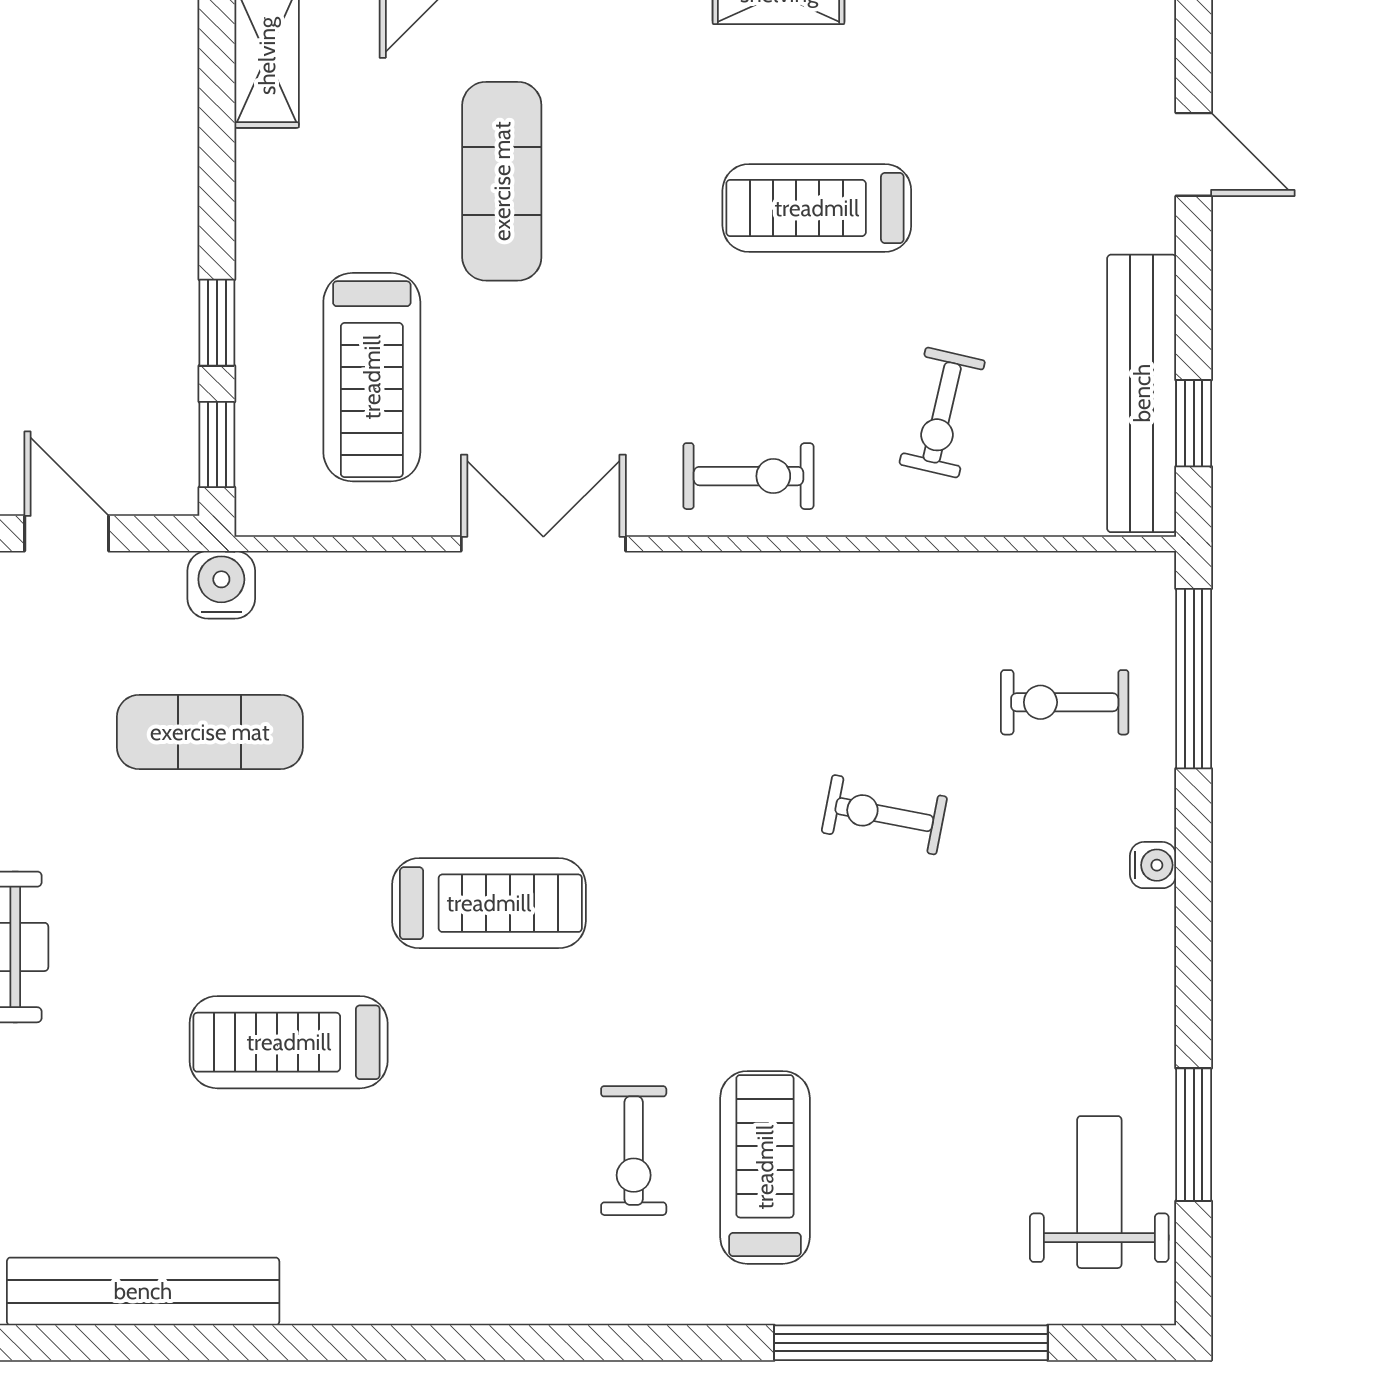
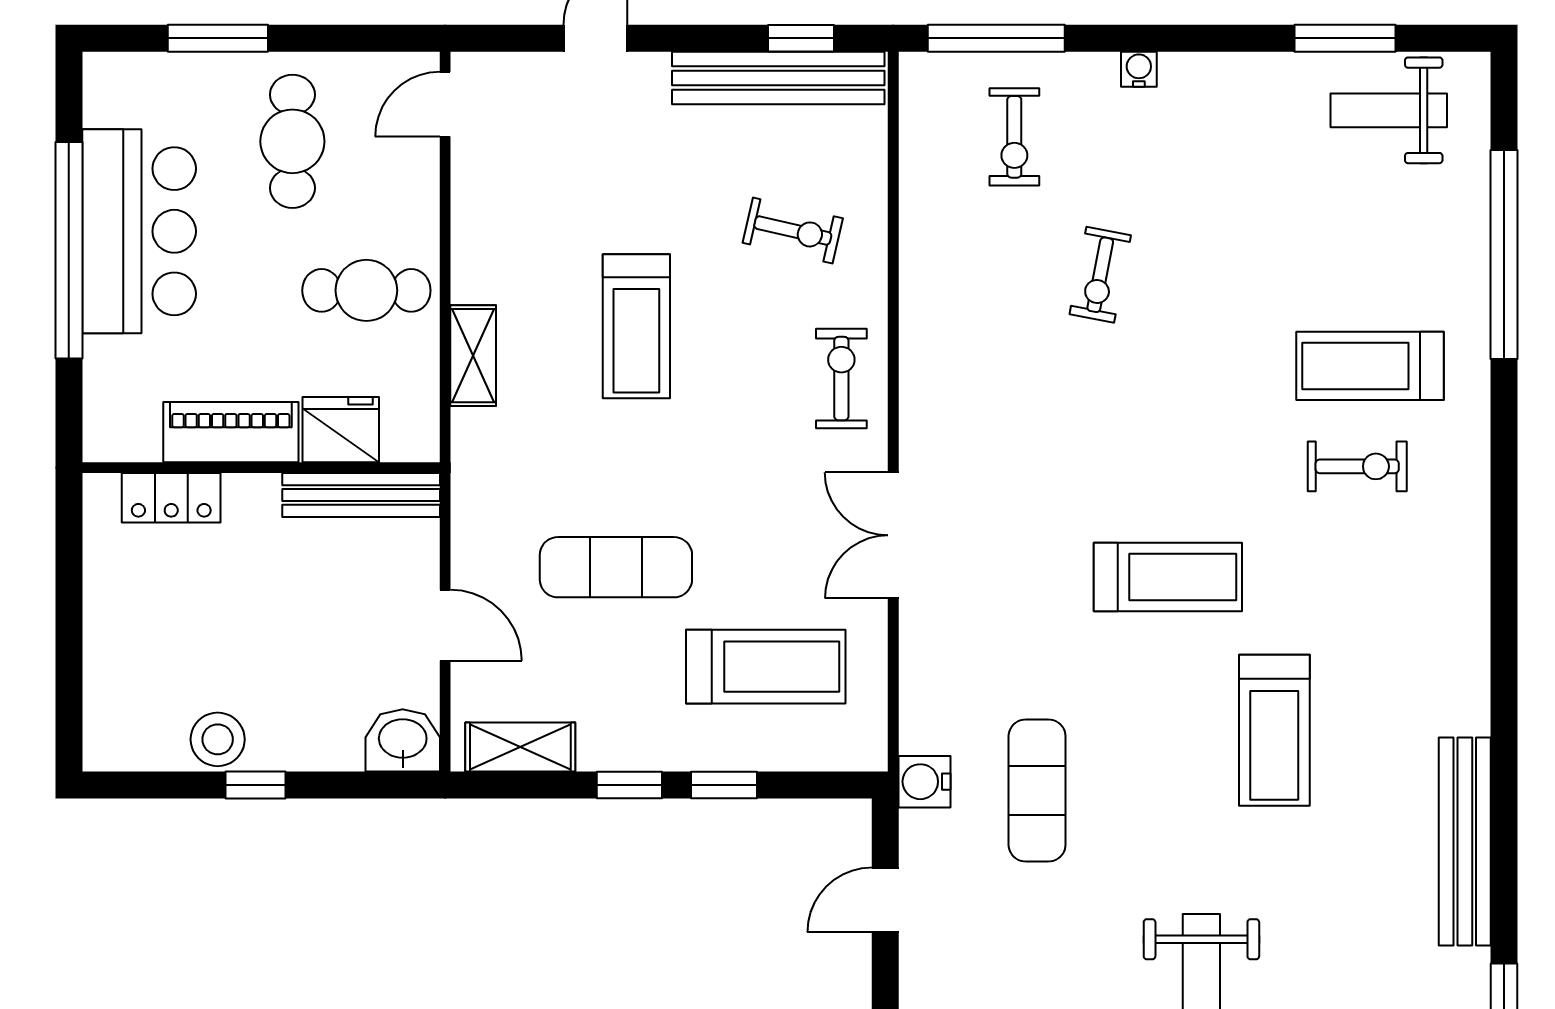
window: (217, 445) -> (629, 785), moved
treadmill: (489, 903) -> (1168, 577), turned 90

